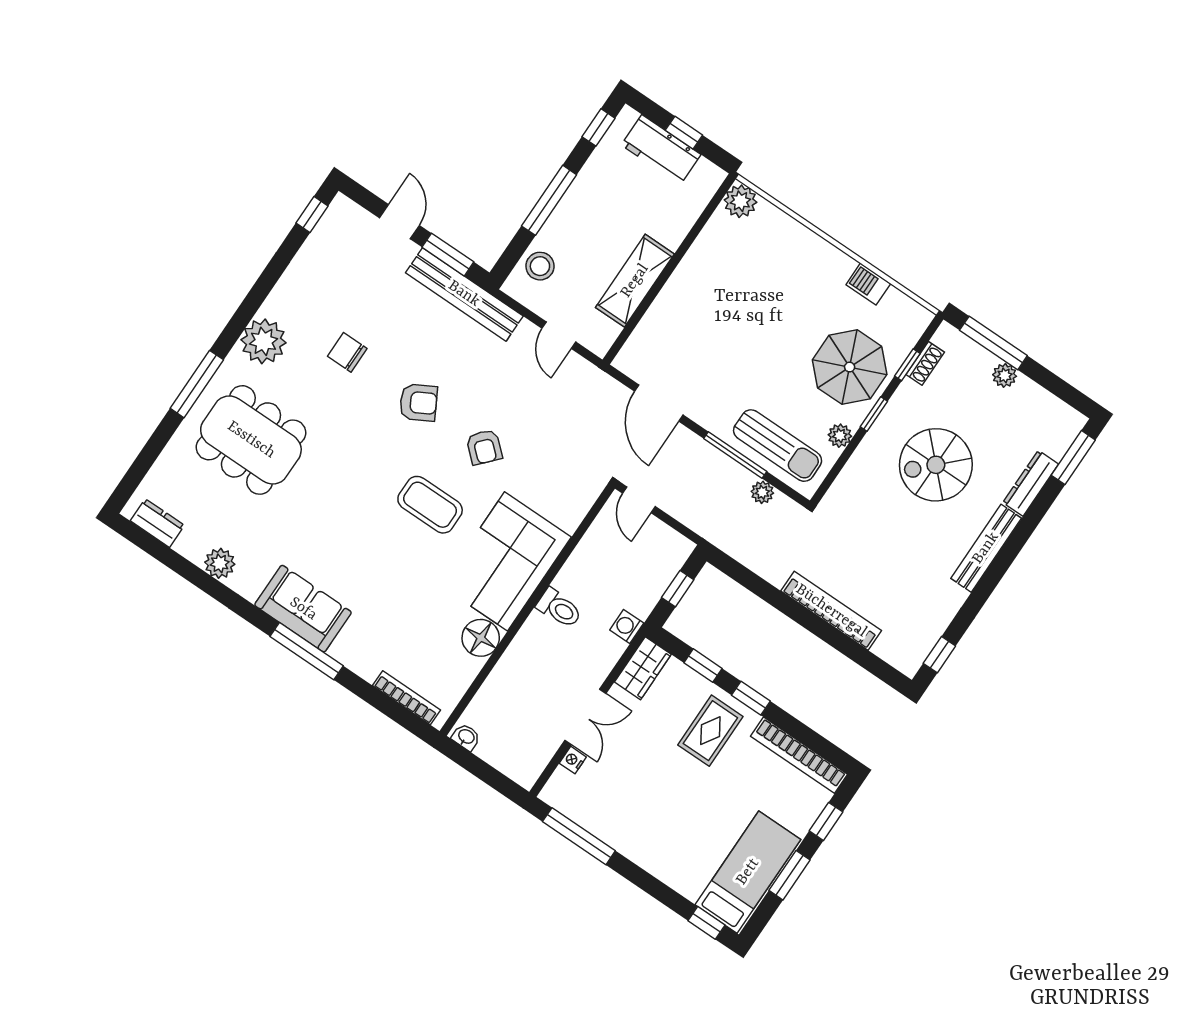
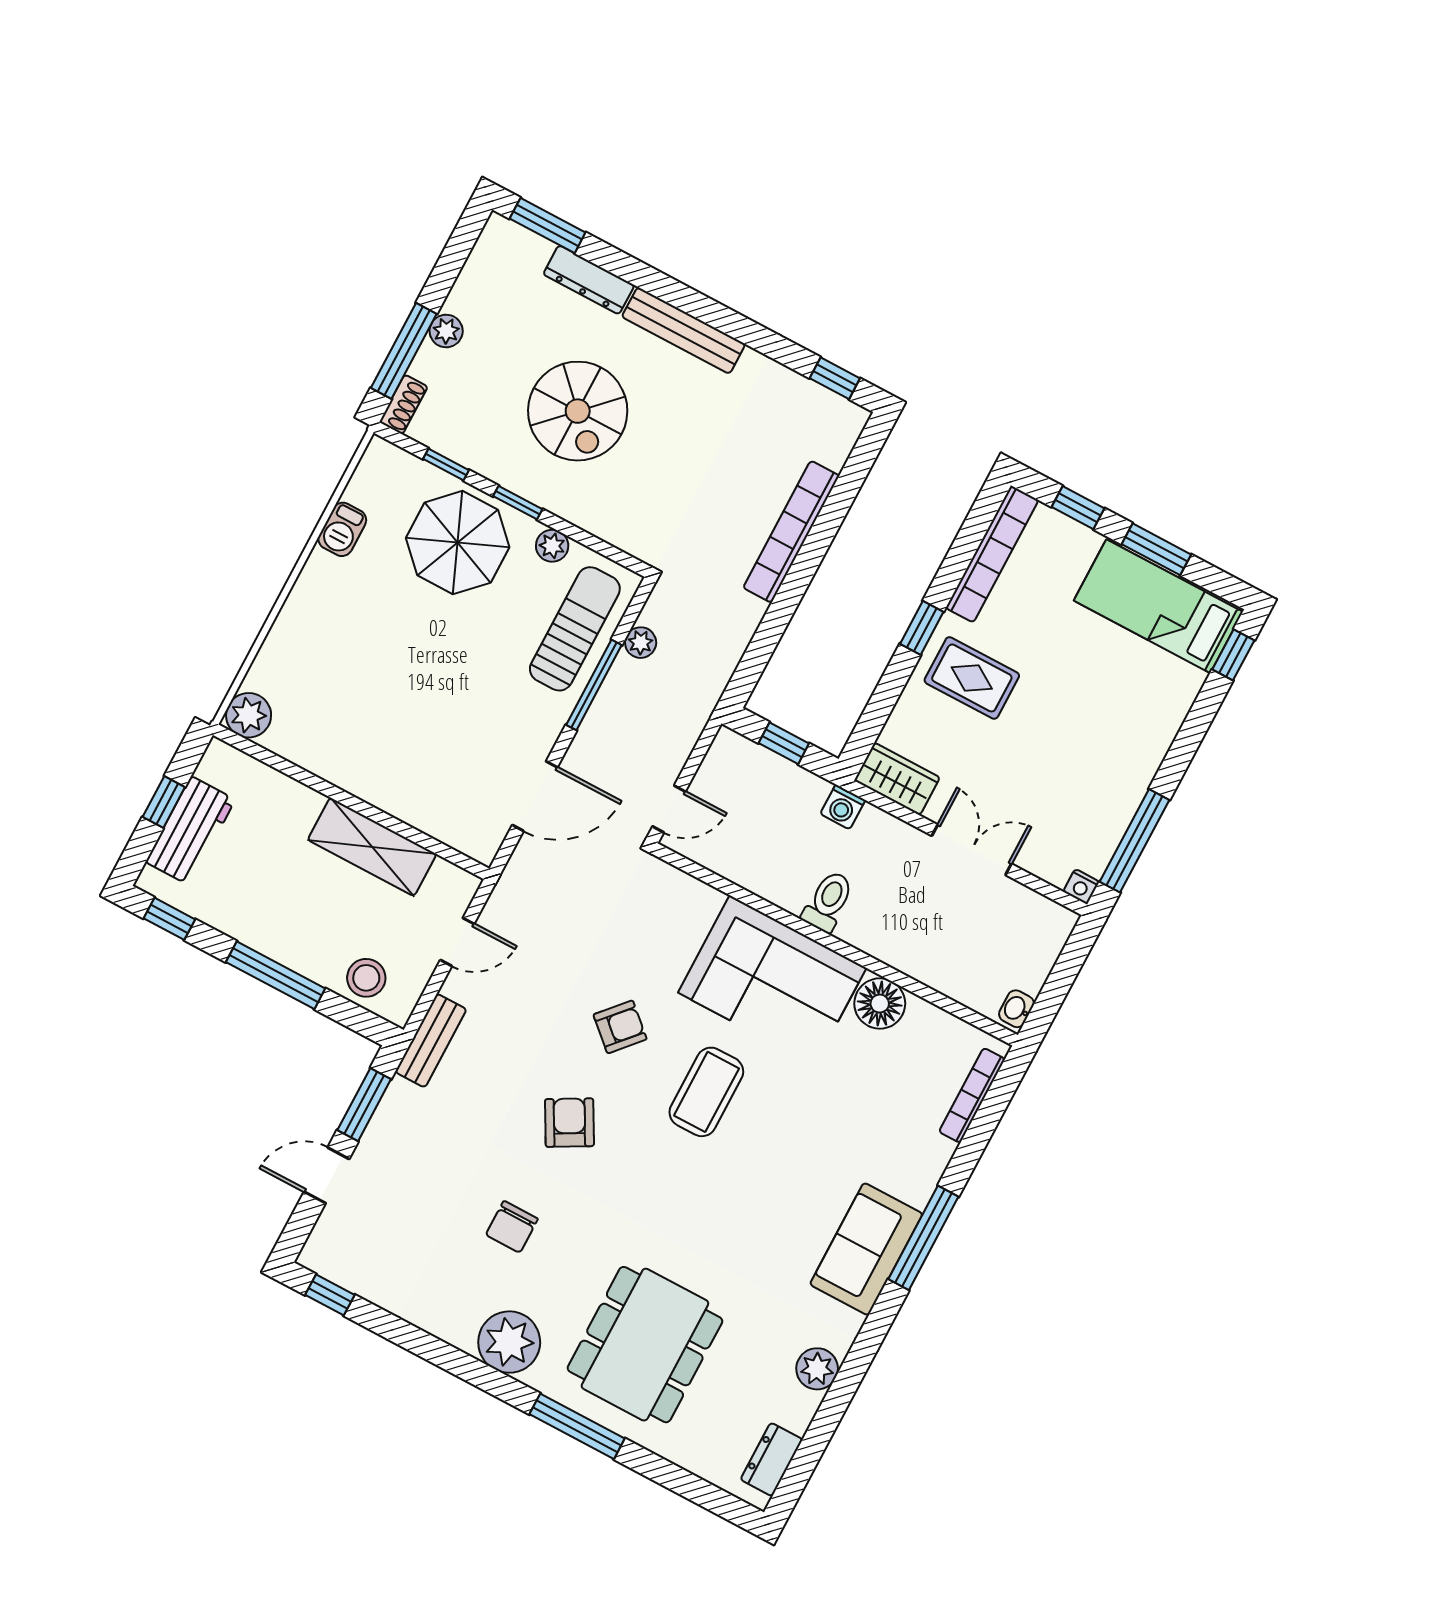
bench: (464, 294) -> (431, 1041), width x0.54, depth x0.82
shoe rack: (925, 363) -> (404, 404), moved, turned 90
window: (703, 666) -> (885, 698), removed
nightstand: (573, 760) -> (1081, 887), moved

